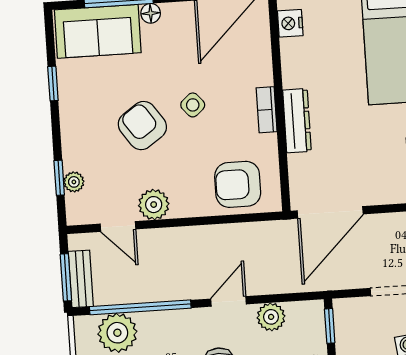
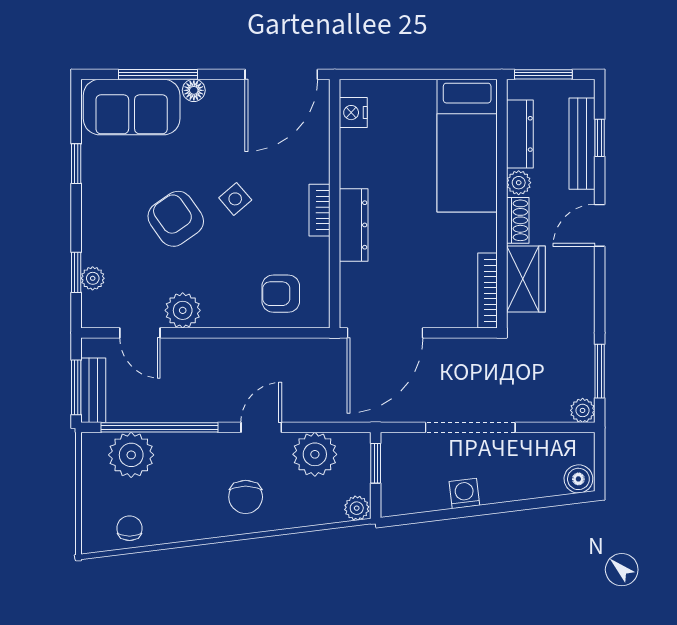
armchair: (238, 184) -> (281, 294), width x0.72, depth x0.72
plant: (271, 317) -> (315, 454), width x1.36, depth x1.36

